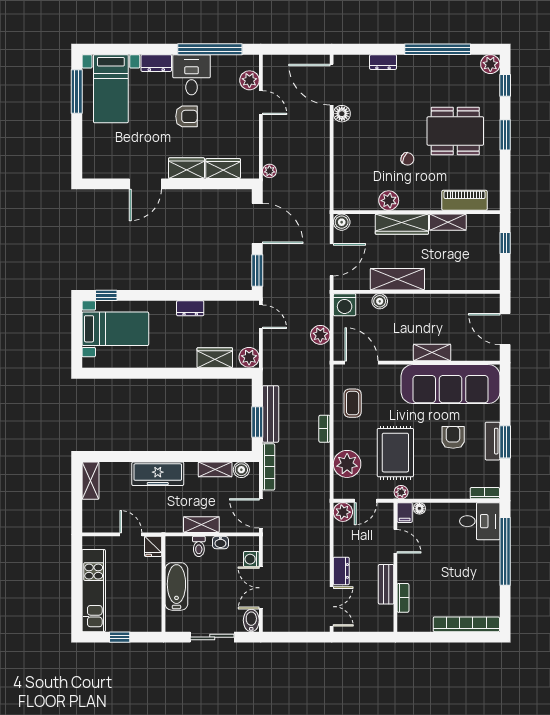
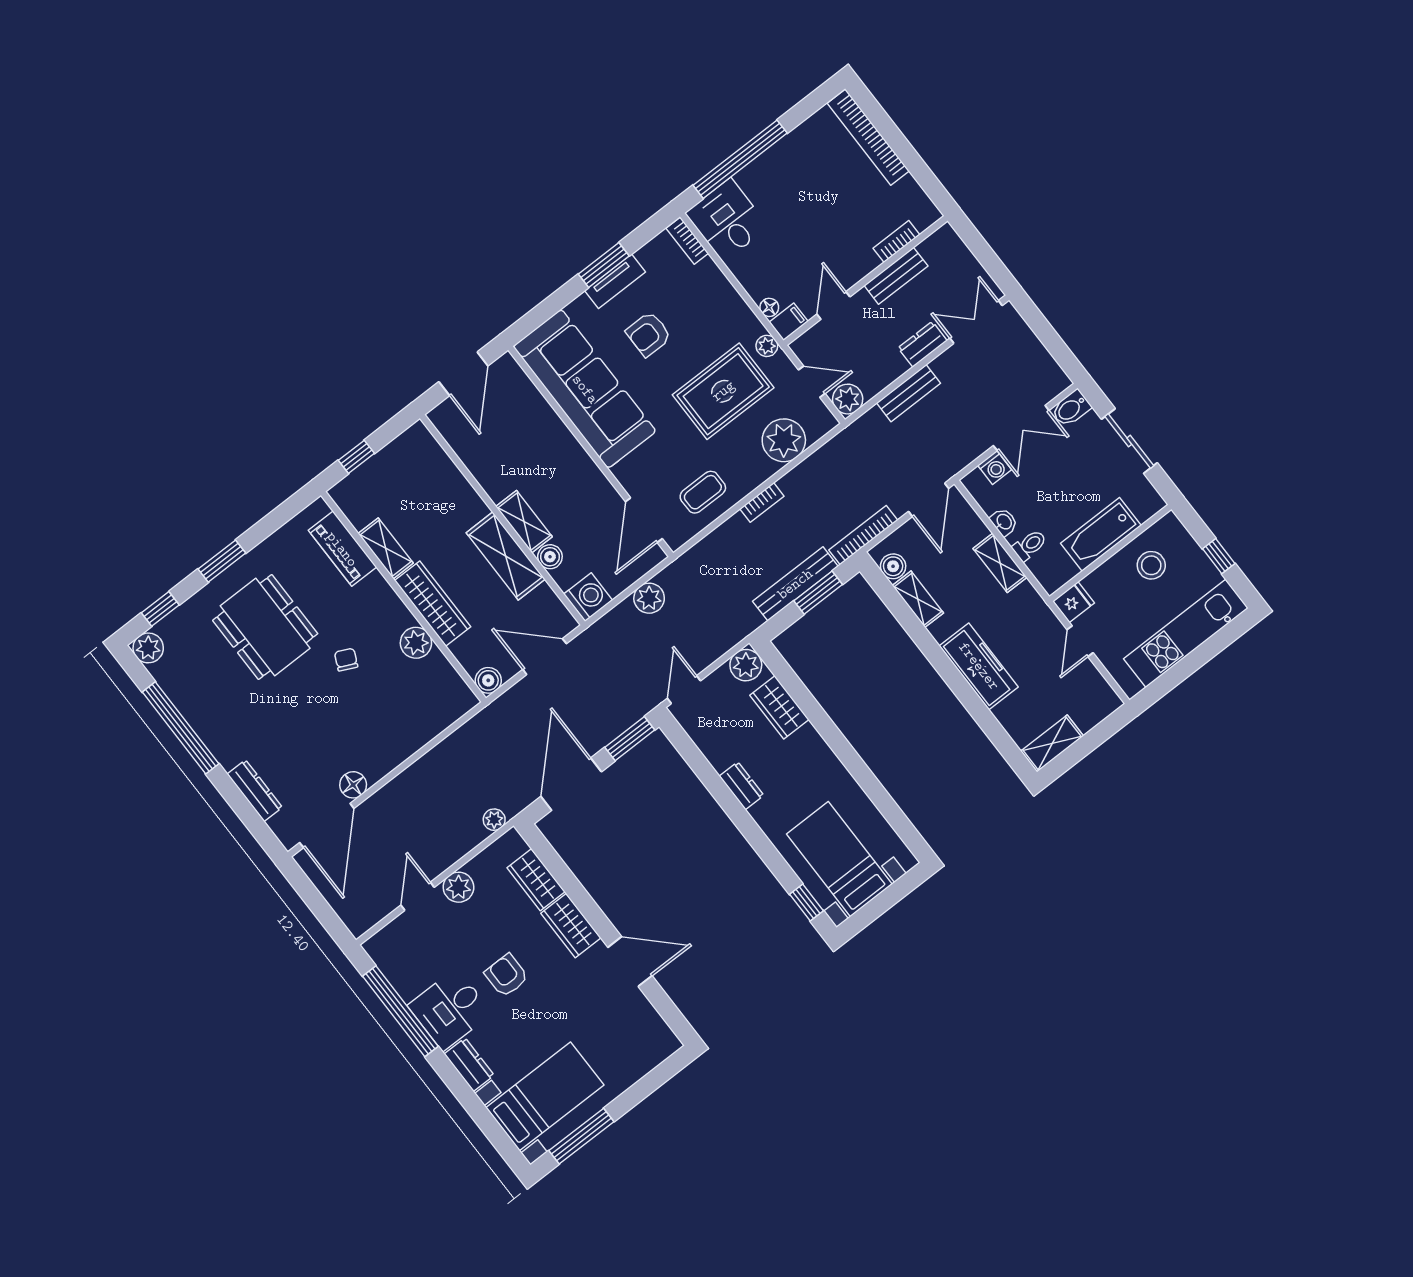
dresser: (383, 62) -> (255, 791), width x1.44
plant: (249, 80) -> (458, 887), moved
shelving: (432, 353) -> (524, 522), moved
bench: (322, 545) -> (908, 393), added
stool: (141, 600) -> (1151, 565), added

